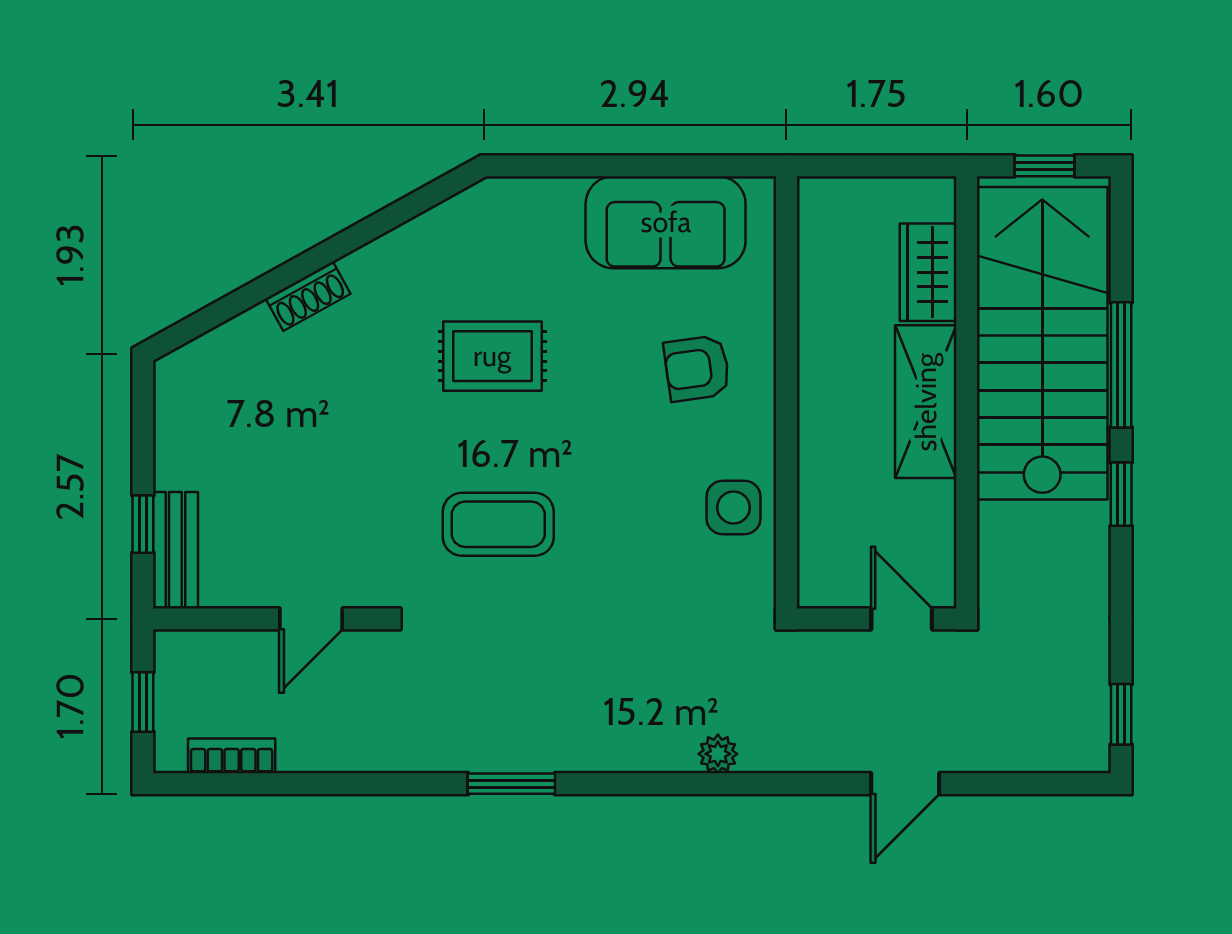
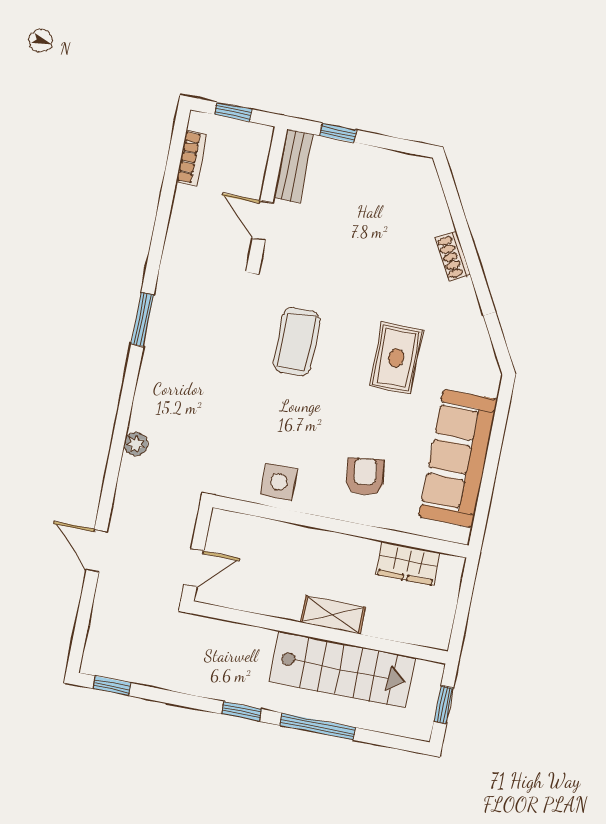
sofa: (666, 222) -> (458, 458), width x1.36
wardrobe: (928, 272) -> (408, 563), moved, turned 180
stairs: (1042, 343) -> (342, 670), width x0.73, depth x0.66
shelving: (926, 402) -> (333, 615), width x0.67, depth x0.75
bench: (175, 550) -> (293, 166), moved, turned 90

